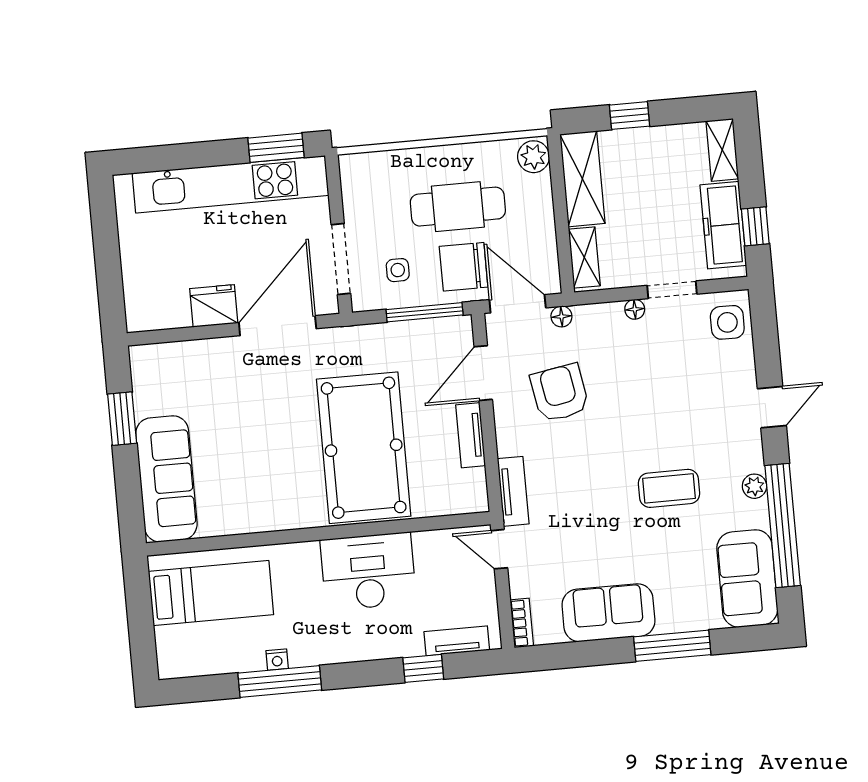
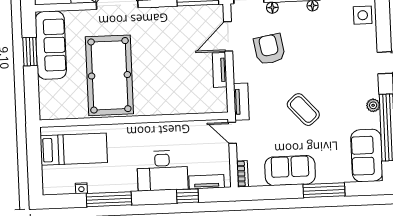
pool table: (364, 448) -> (109, 75), moved
sofa: (166, 479) -> (51, 45), moved
coffee table: (669, 488) -> (303, 110), moved, turned 48
desk: (368, 571) -> (162, 171), moved, turned 180
nightstand: (277, 660) -> (81, 188), moved

